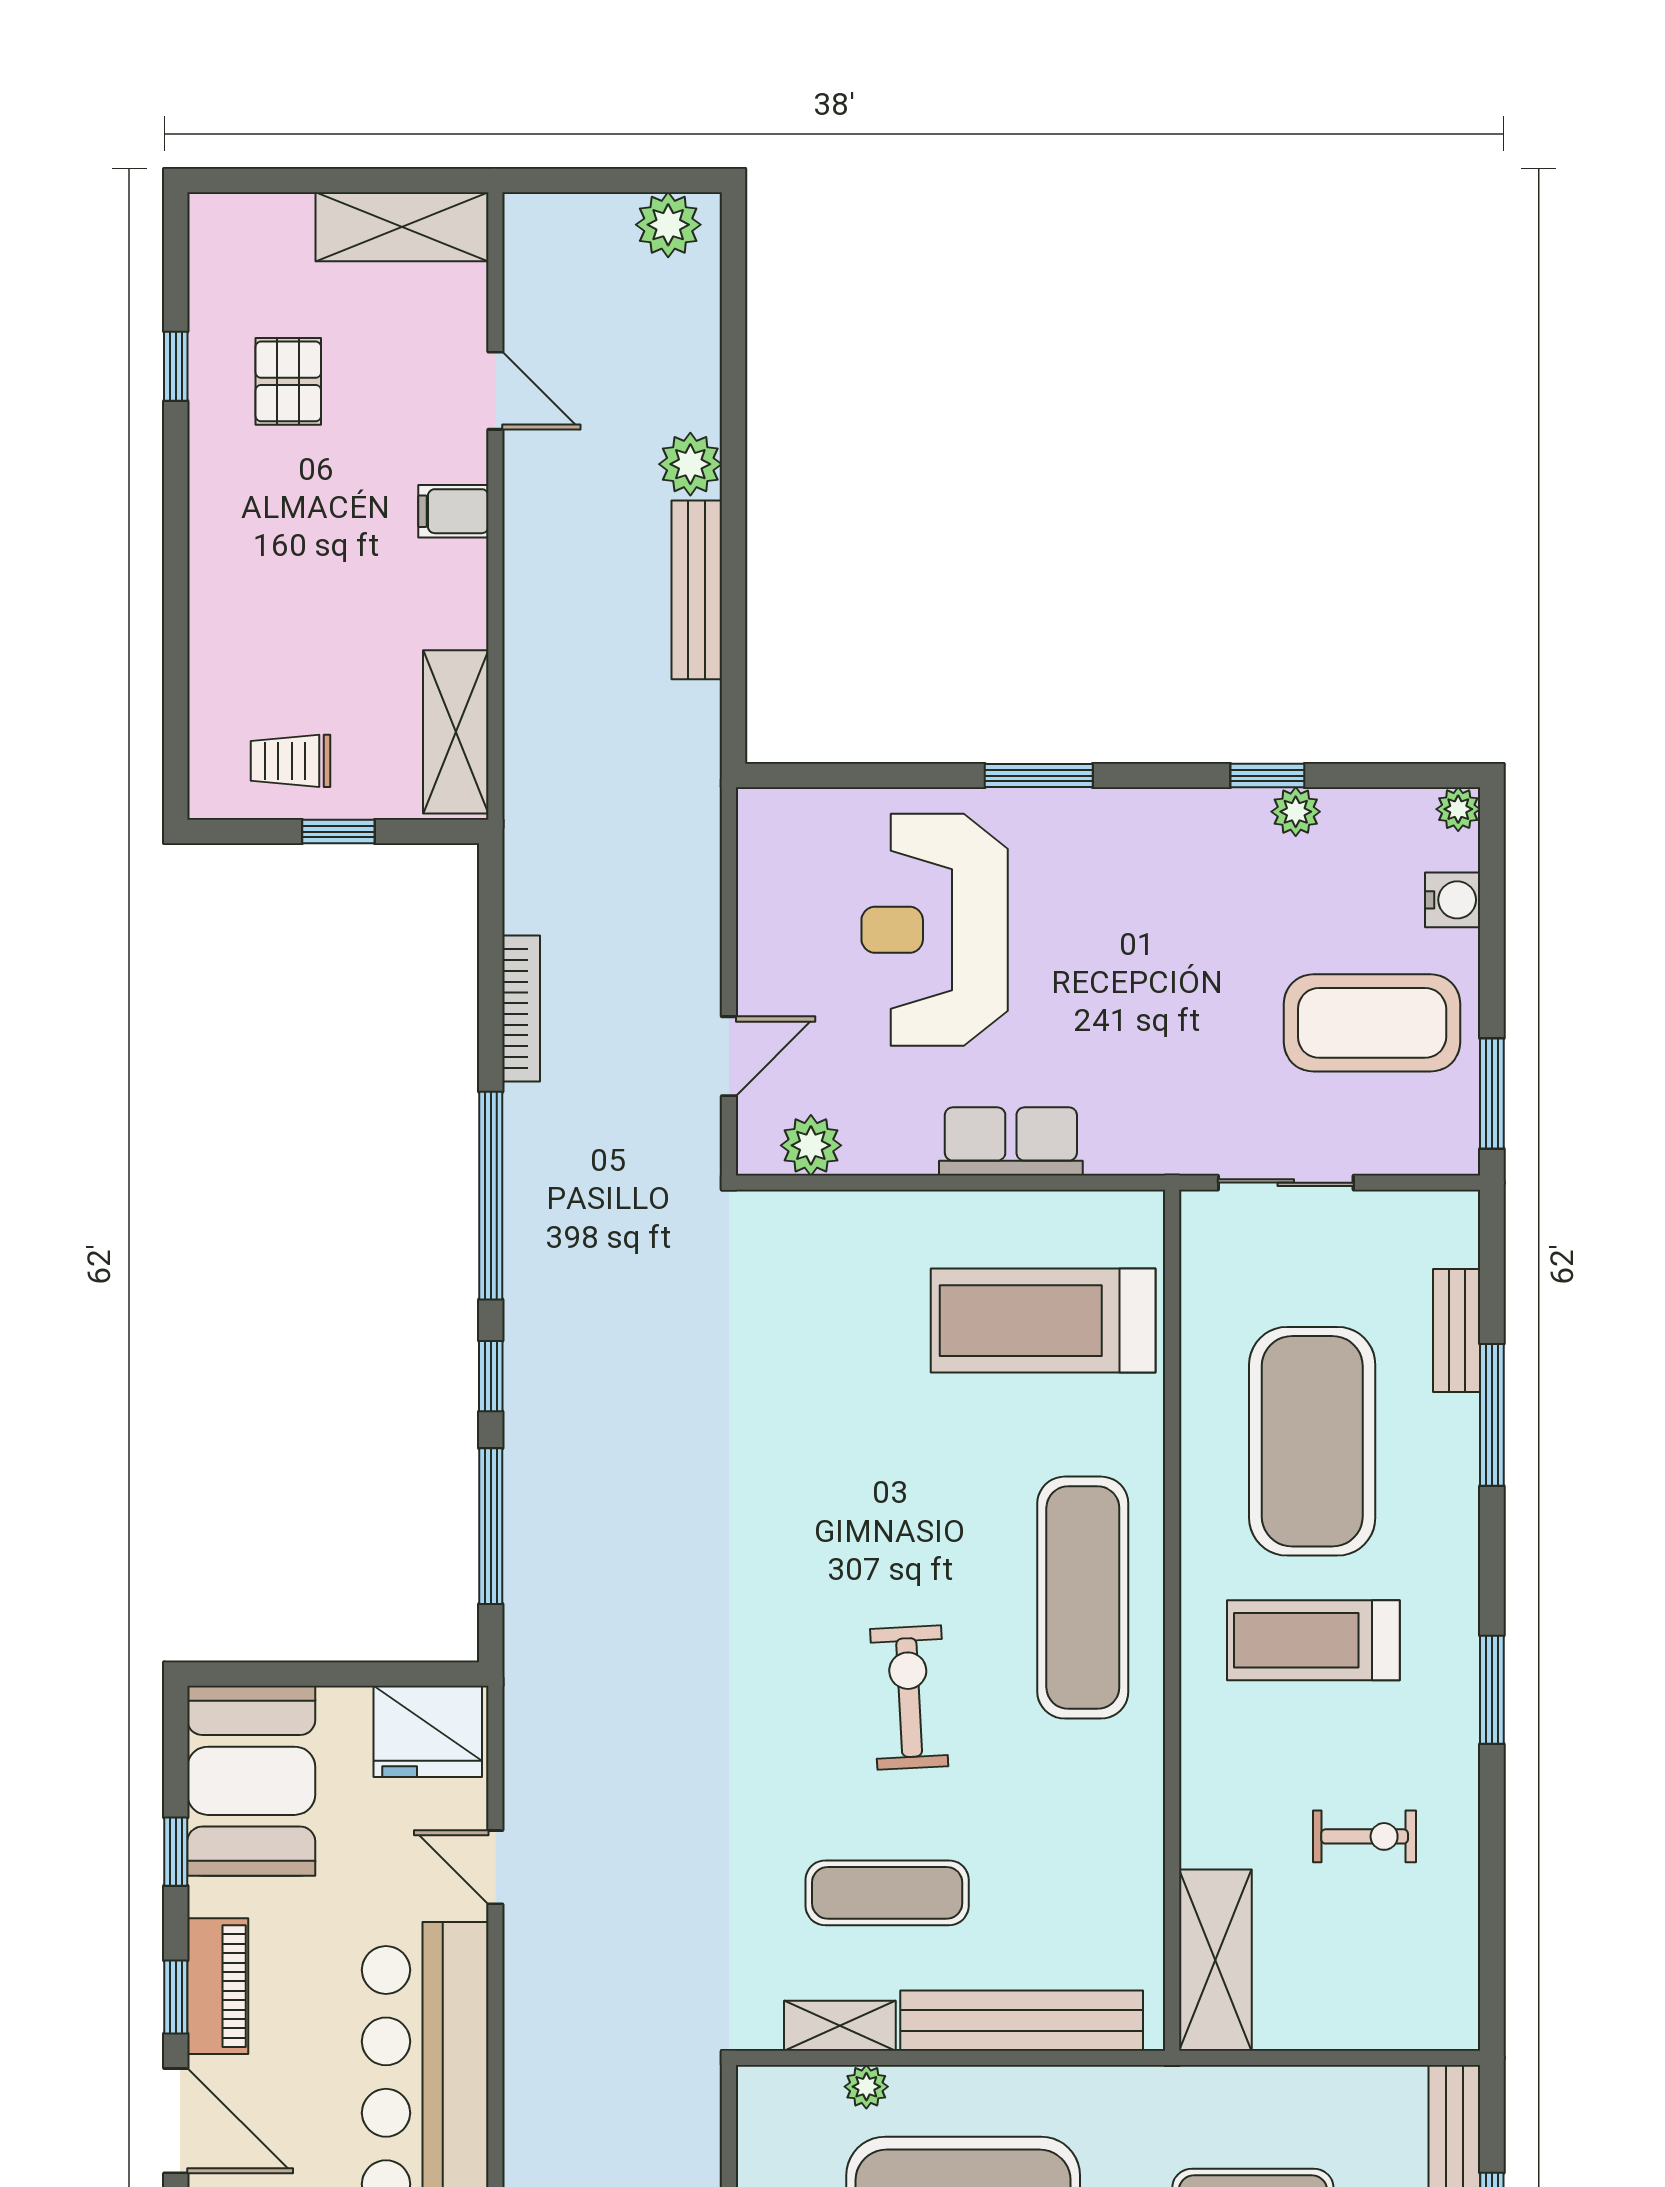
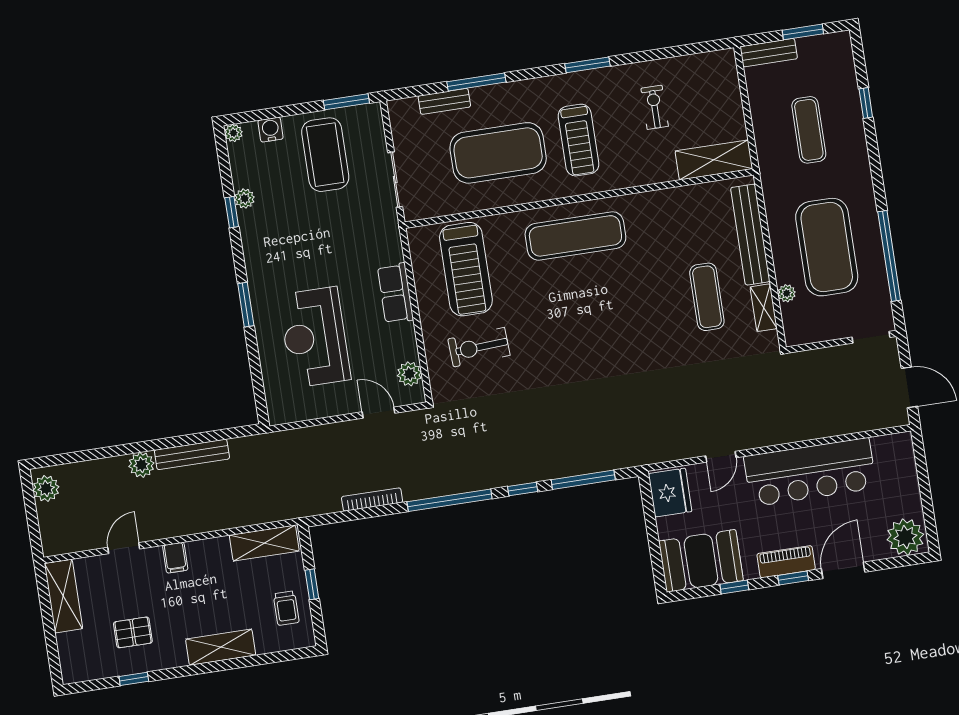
shelving: (220, 588) -> (221, 647), added
reception desk: (935, 930) -> (315, 337), turned 90
exercise bike: (909, 1698) -> (479, 347), moved

